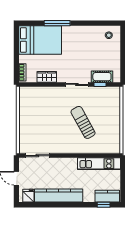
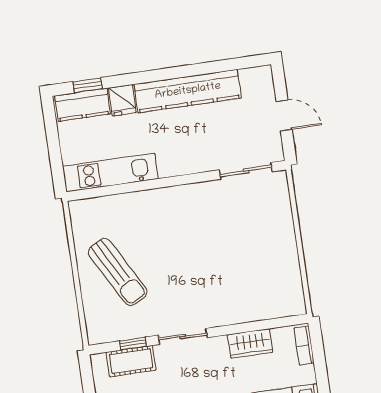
sun lounger: (83, 122) -> (118, 272), moved
fridge: (28, 196) -> (122, 100), moved

